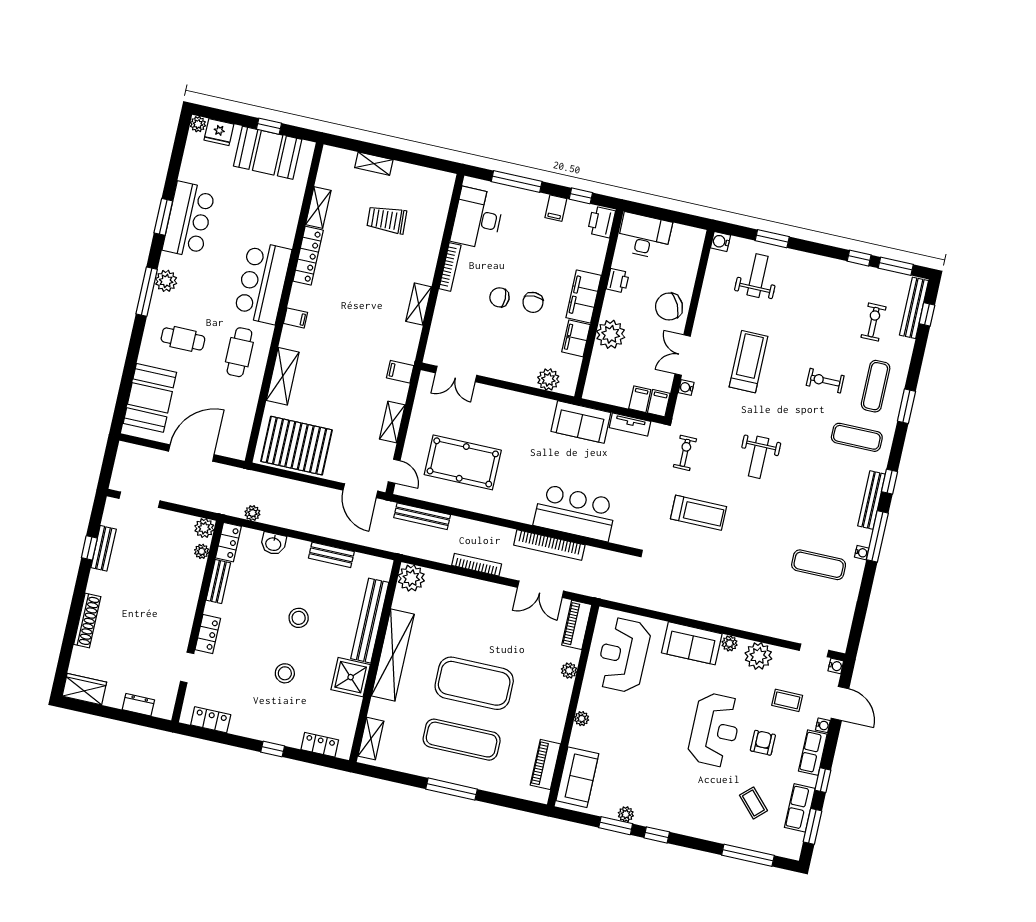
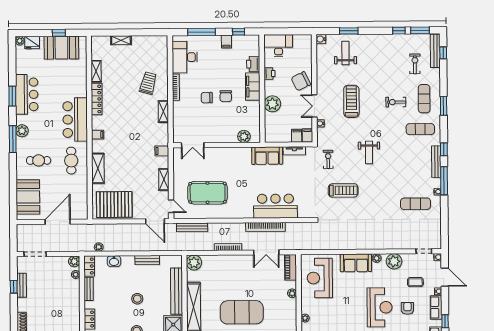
trolley: (387, 220) -> (148, 83), moved, turned 108
printer: (601, 222) -> (253, 64), moved
filing cabinet: (576, 338) -> (254, 110), removed

